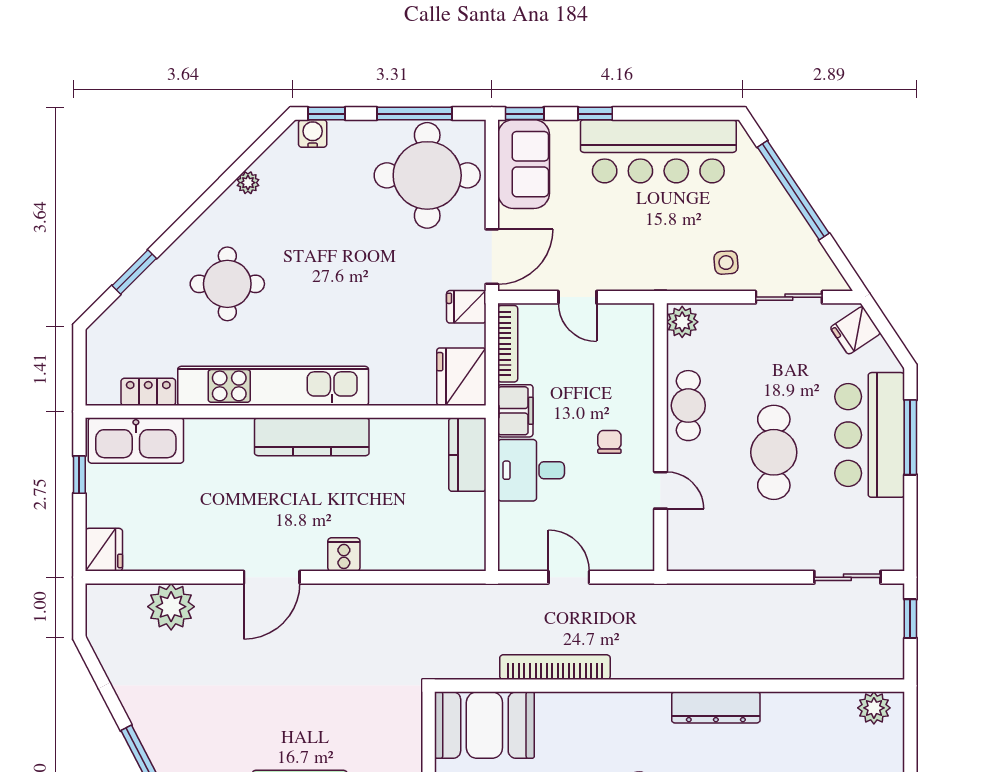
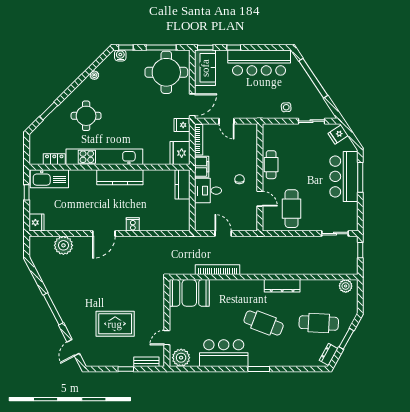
plant: (682, 322) -> (269, 131), removed
cafe table: (774, 452) -> (292, 209), moved

